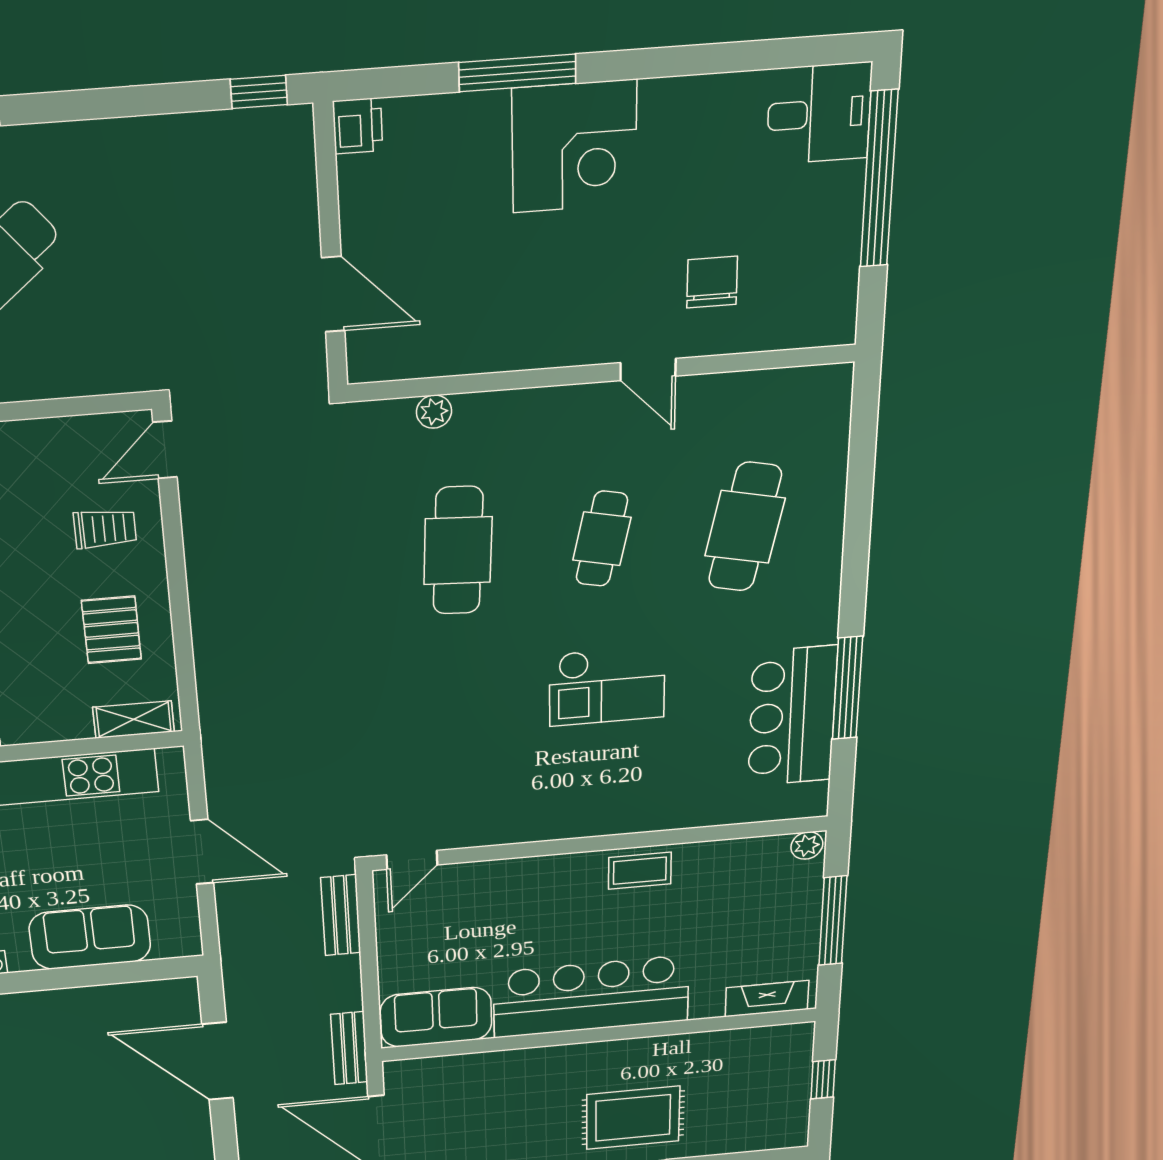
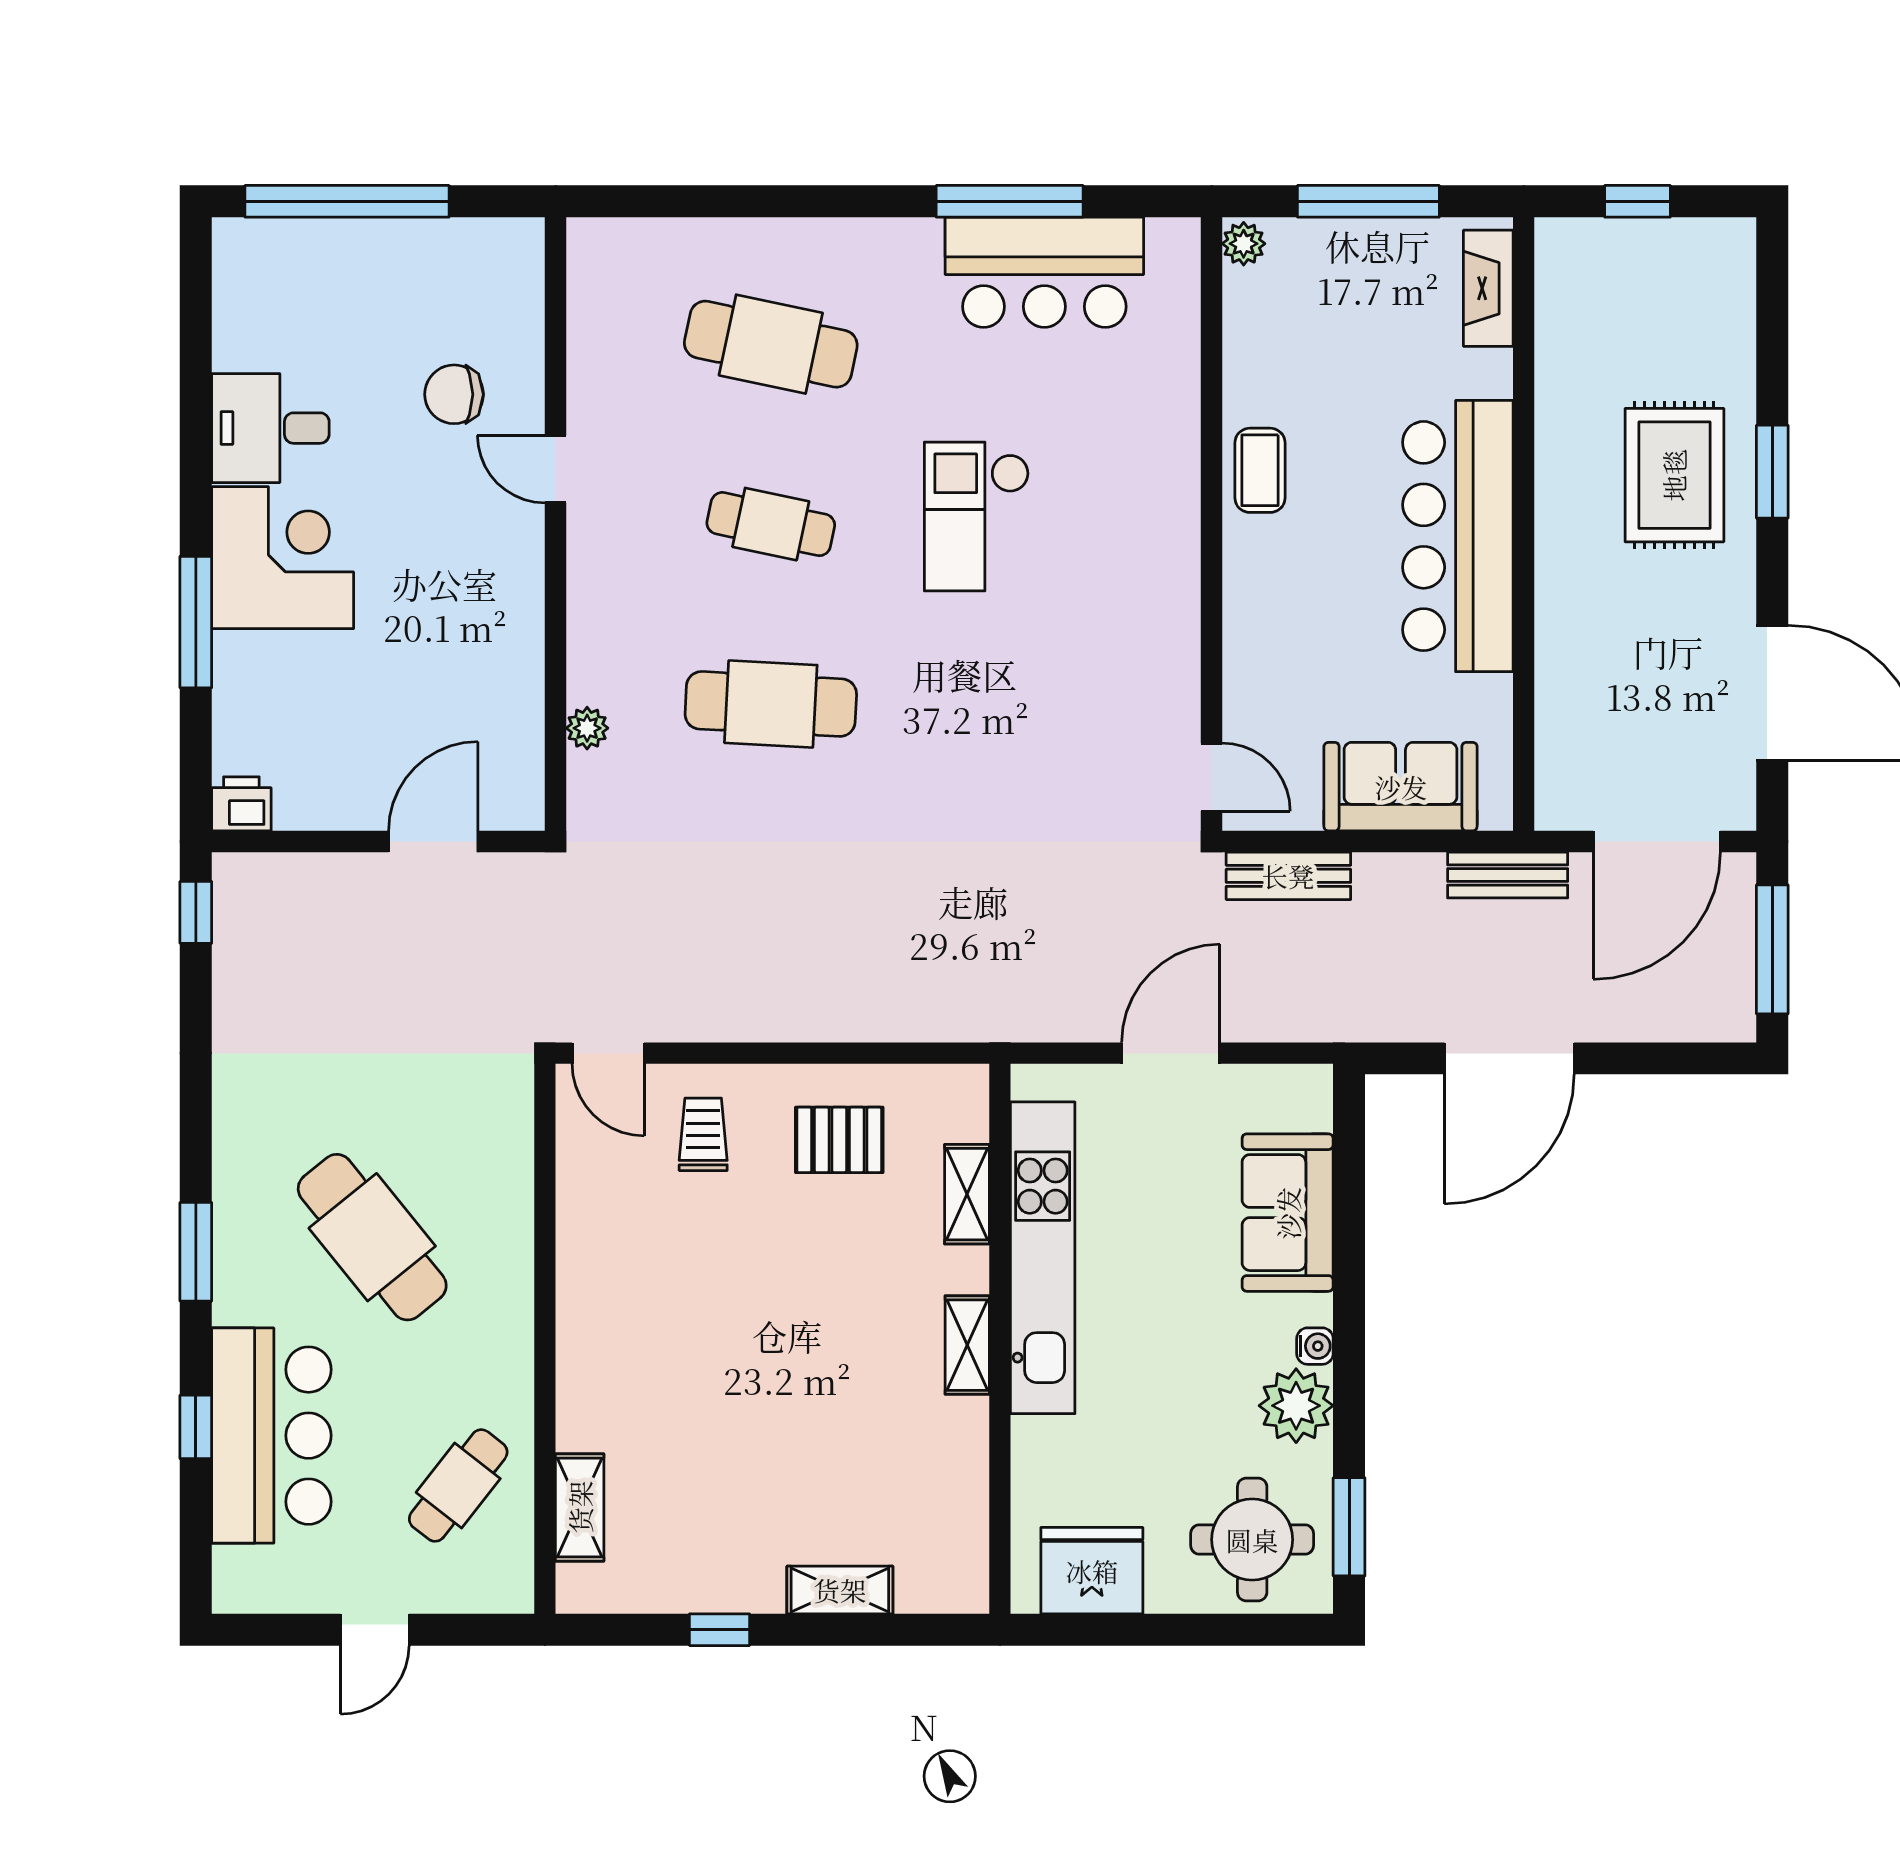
desk: (819, 114) -> (270, 428), moved, turned -90
door: (648, 369) -> (555, 469), swing flipped
checkout: (607, 686) -> (977, 516), turned 180
shelving: (134, 719) -> (967, 1194), moved
sofa: (436, 1017) -> (1401, 787), moved, turned 90

